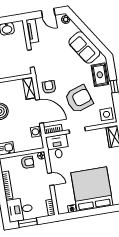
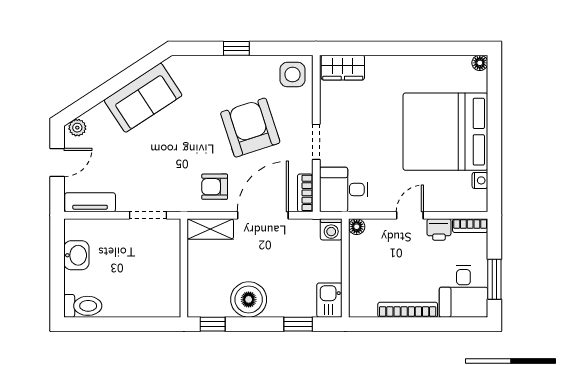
rug: (100, 75) -> (206, 75), removed
washing machine: (36, 132) -> (331, 229), moved
armchair: (28, 162) -> (367, 259), removed
printer: (46, 193) -> (439, 230), added

